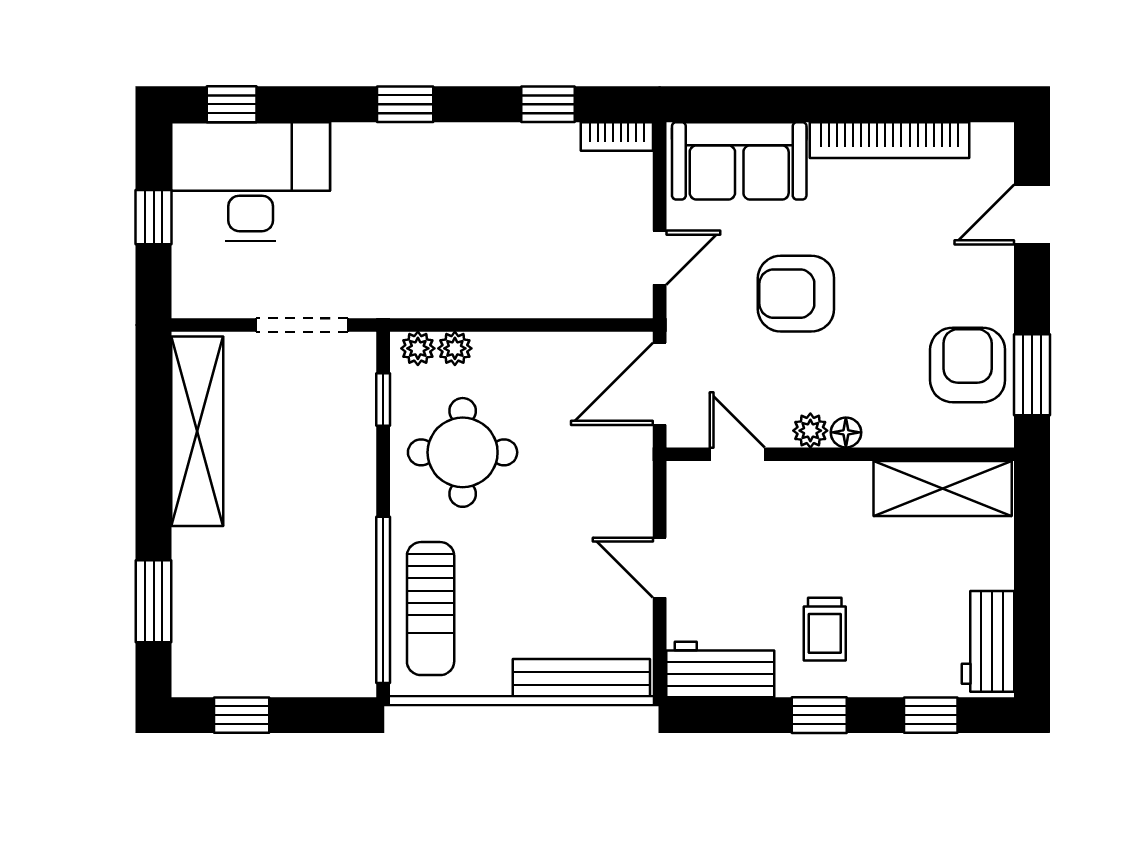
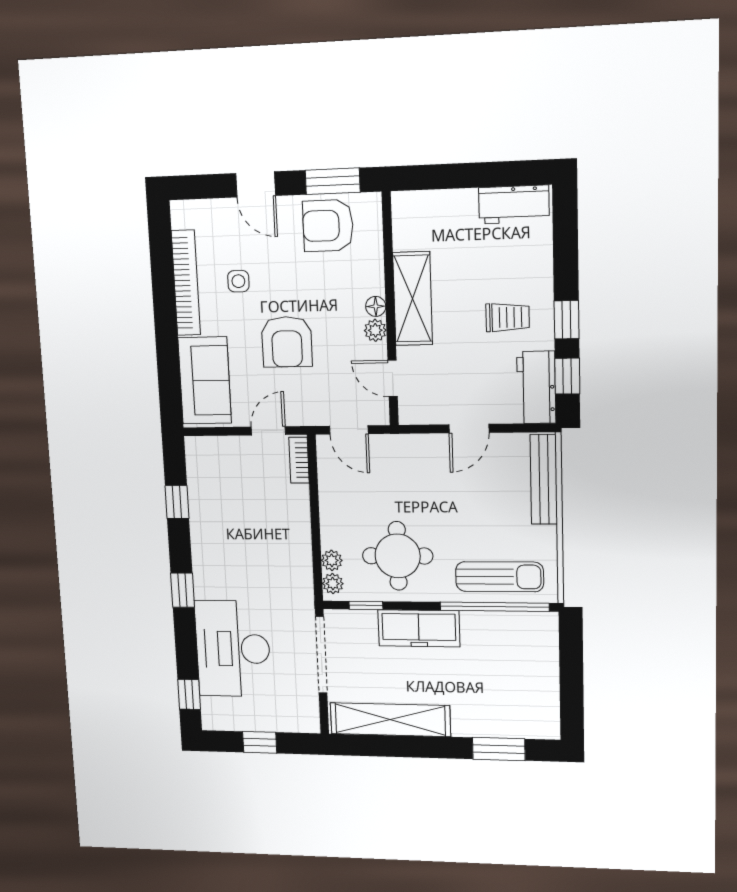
bookcase: (617, 136) -> (299, 460), moved, turned 180
desk: (251, 181) -> (233, 649), moved
door: (1032, 215) -> (256, 184), moved
side table: (890, 223) -> (238, 281), added
door: (660, 258) -> (268, 431), hinge flipped
doorway: (302, 325) -> (321, 655), width x1.36
door: (660, 384) -> (349, 430), width x0.73
door: (737, 454) -> (393, 378), hinge flipped
freezer: (347, 482) -> (419, 628), added
shelving: (943, 489) -> (413, 299), moved
window: (242, 715) -> (572, 697), removed
window: (931, 715) -> (567, 376), moved

